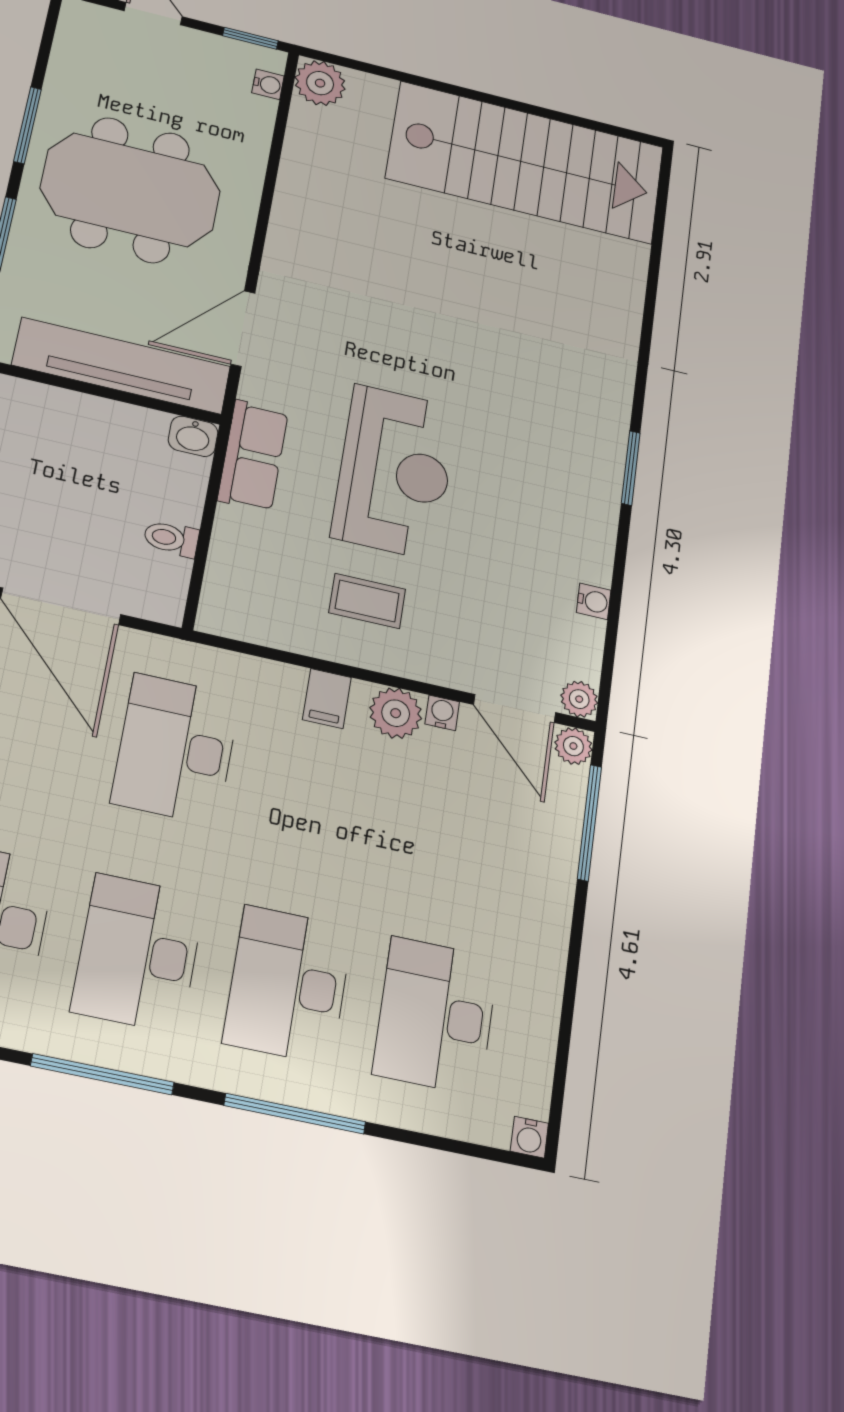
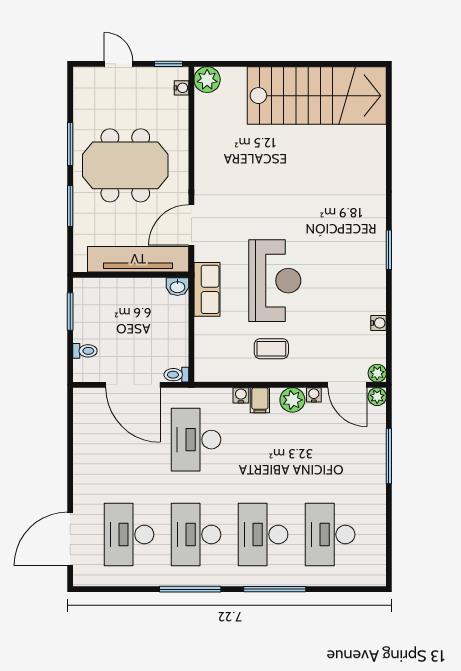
toilet: (171, 539) -> (176, 375), moved
window: (589, 823) -> (389, 456), moved
water cooler: (529, 1137) -> (241, 395), moved, turned 180

